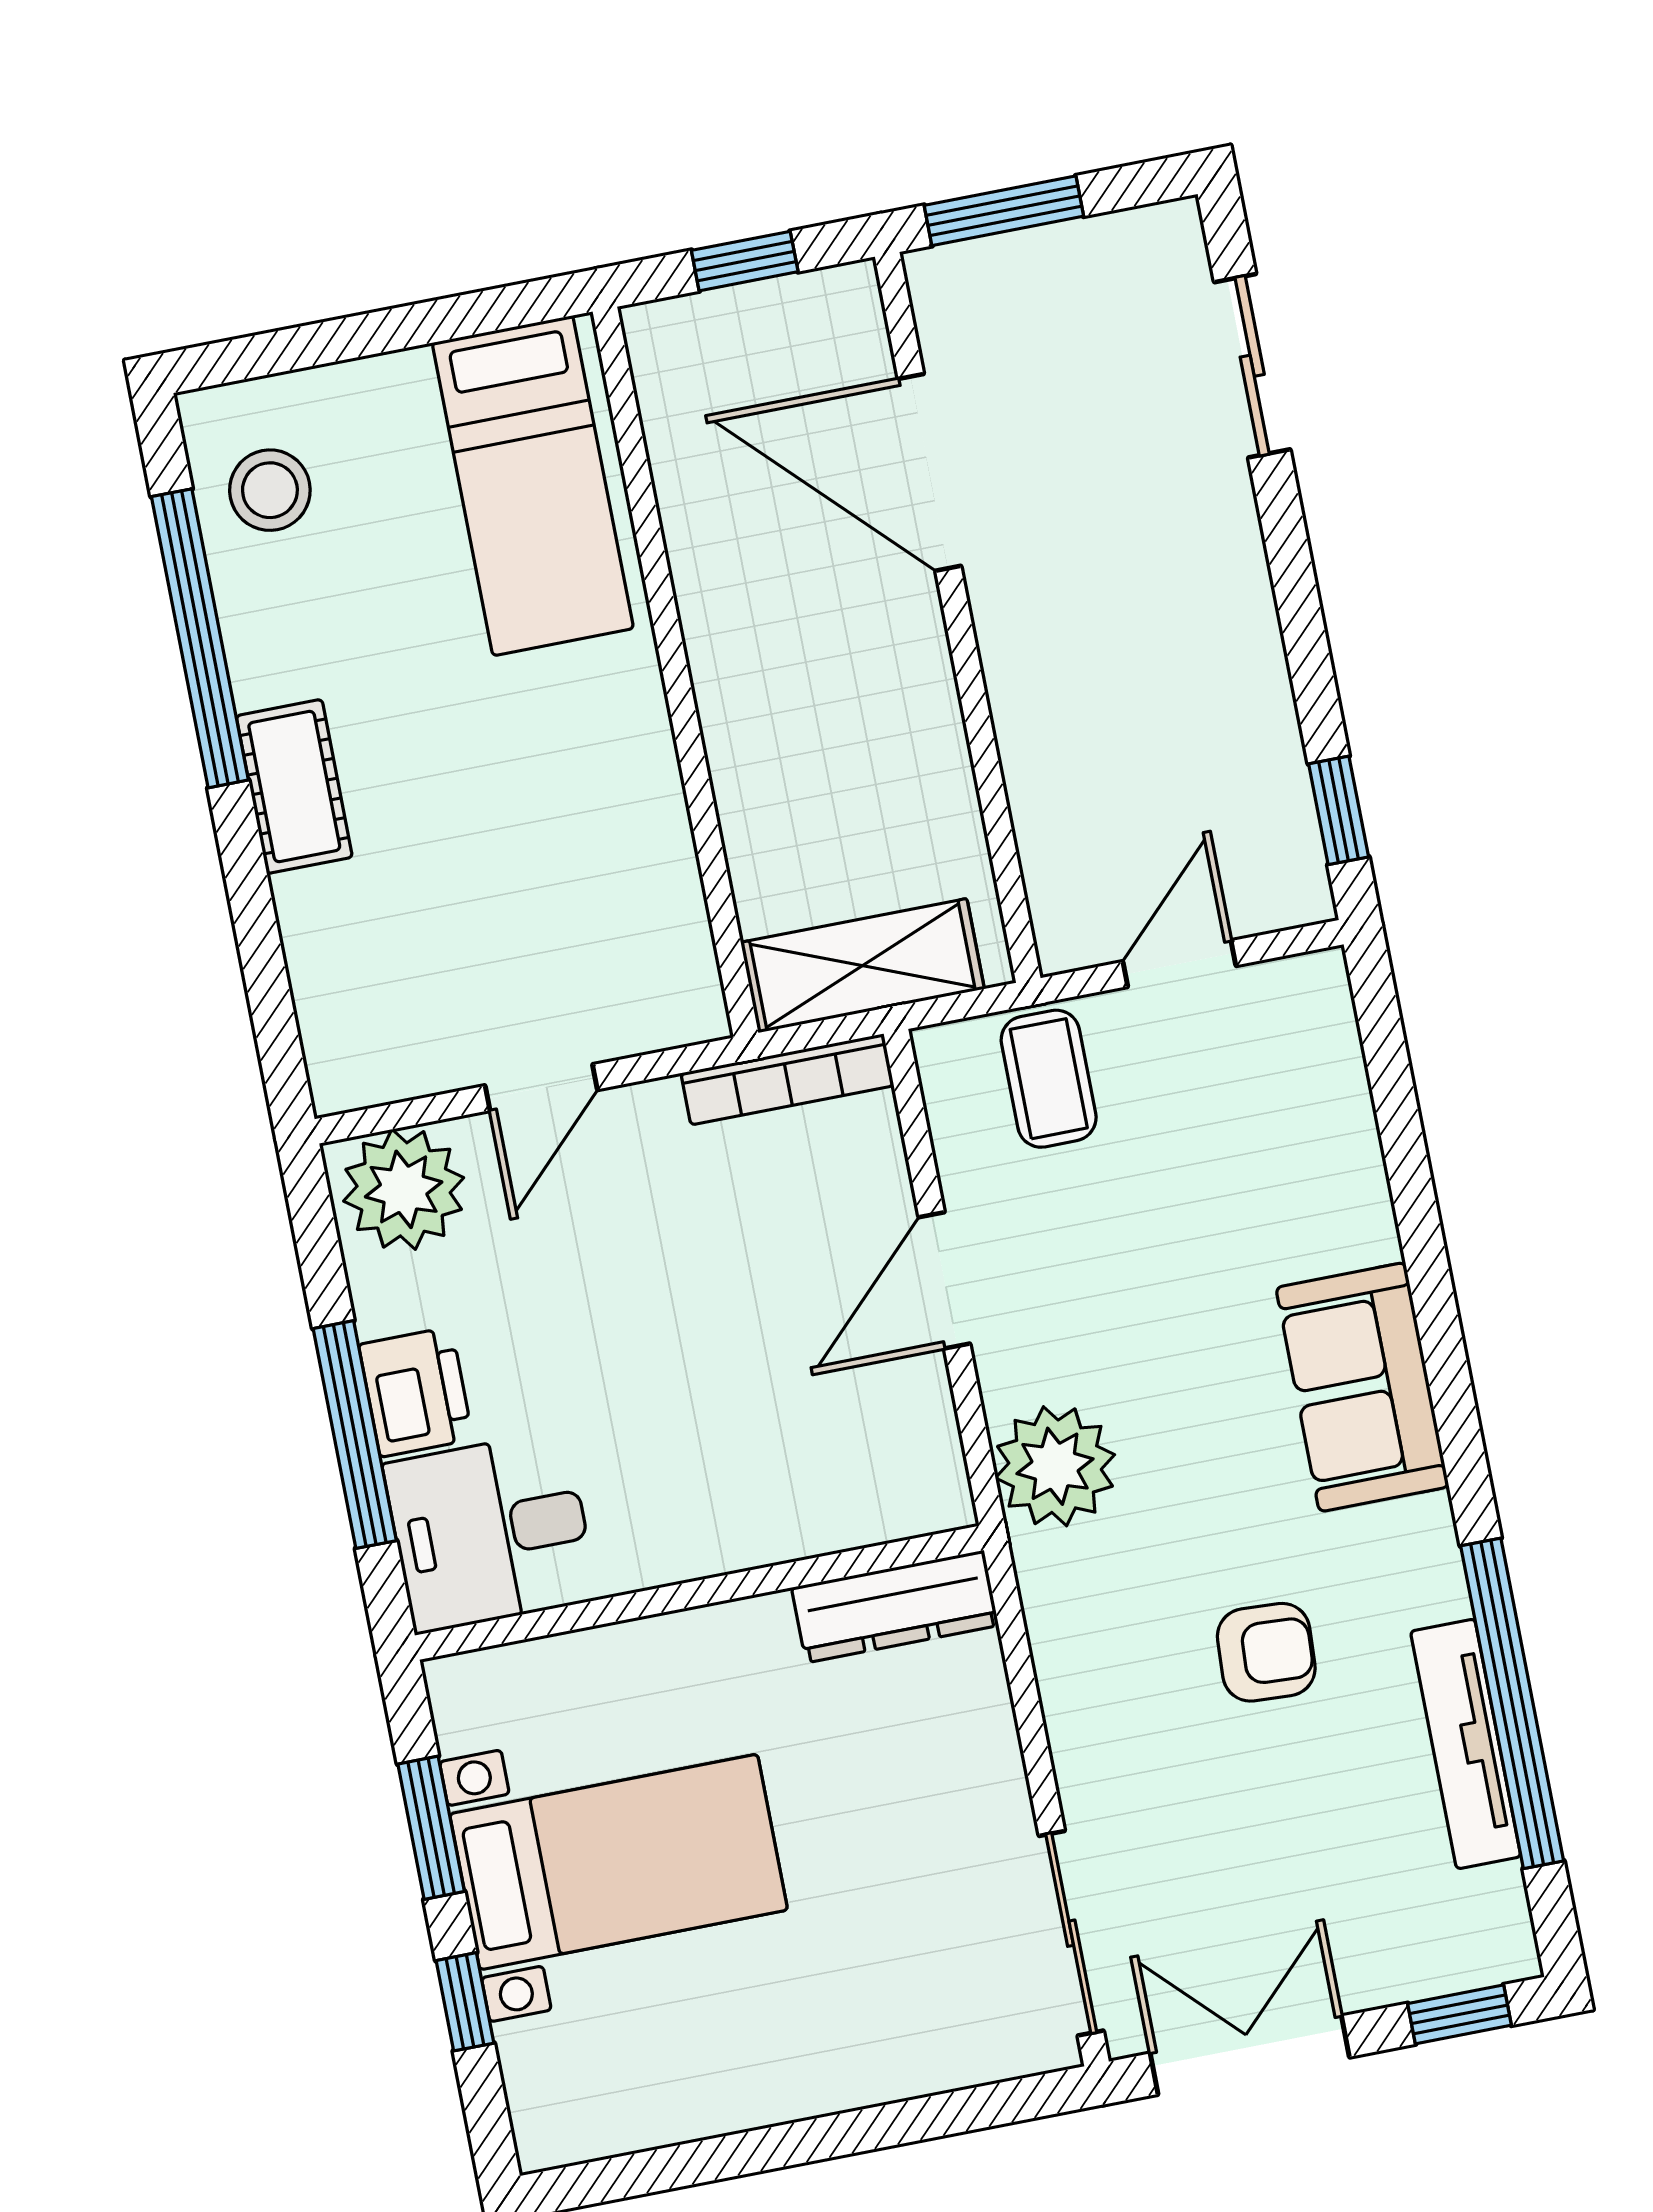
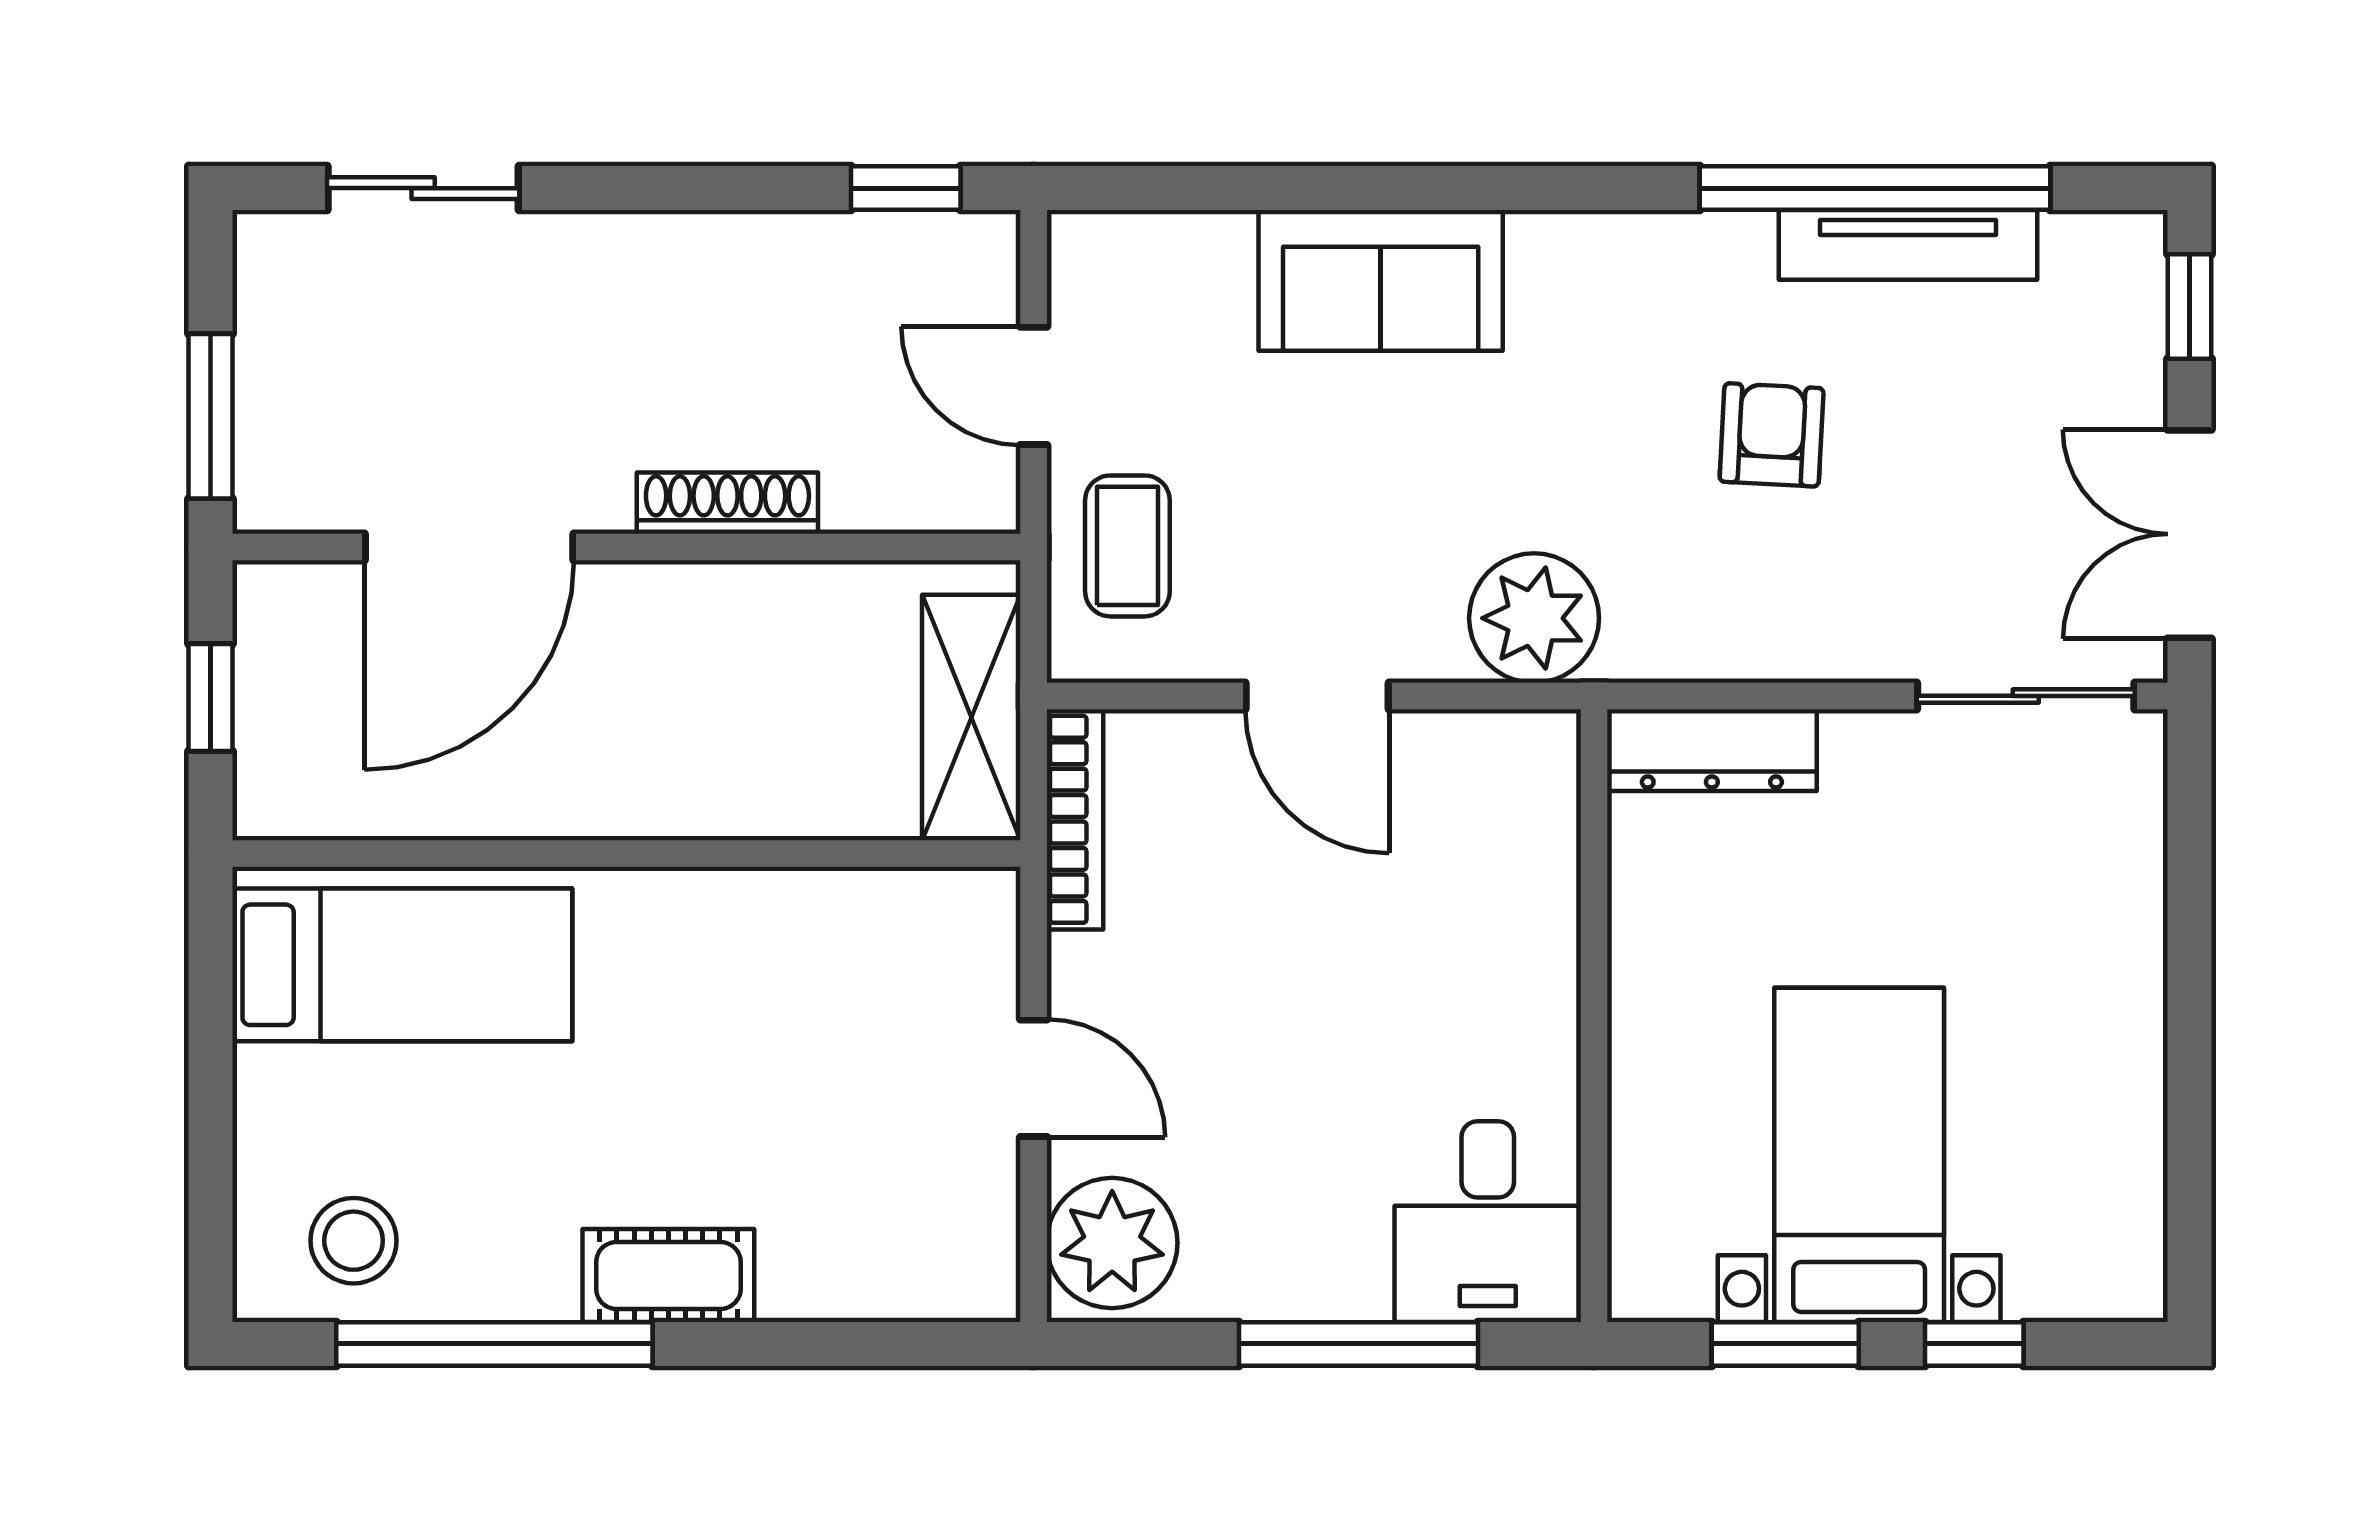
shoe rack: (1016, 703) -> (727, 503), added
coffee table: (1049, 1079) -> (1127, 546), turned 90
sofa: (1362, 1387) -> (1381, 280), moved
printer: (416, 1392) -> (1326, 1271), removed
dresser: (895, 1606) -> (1712, 750), moved, turned 90

